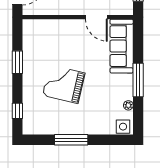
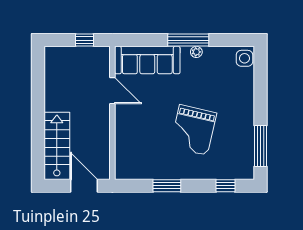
door: (96, 17) -> (112, 91), hinge flipped
plant: (128, 105) -> (196, 52), moved
window: (71, 140) -> (260, 146), moved

